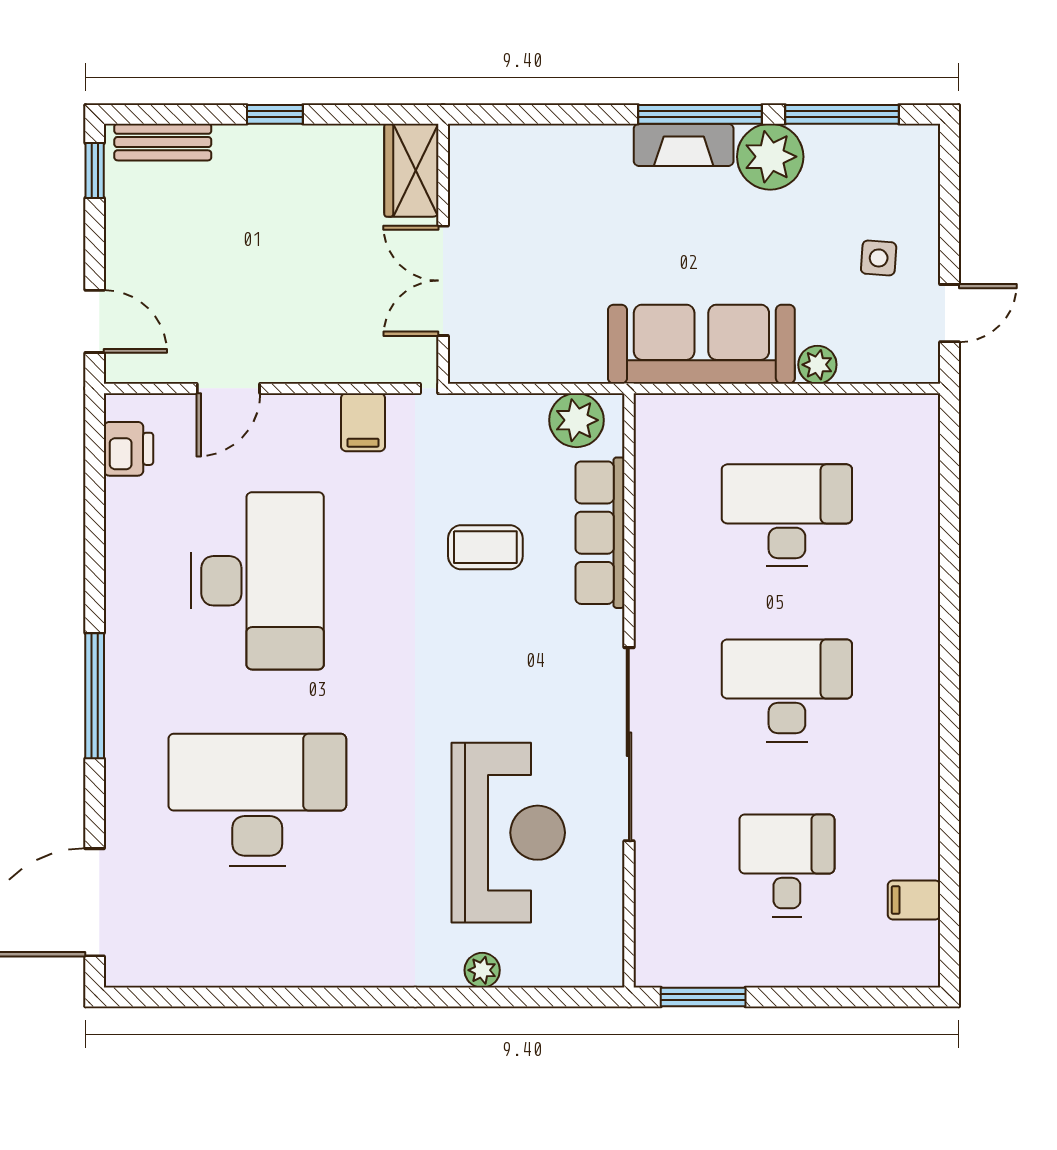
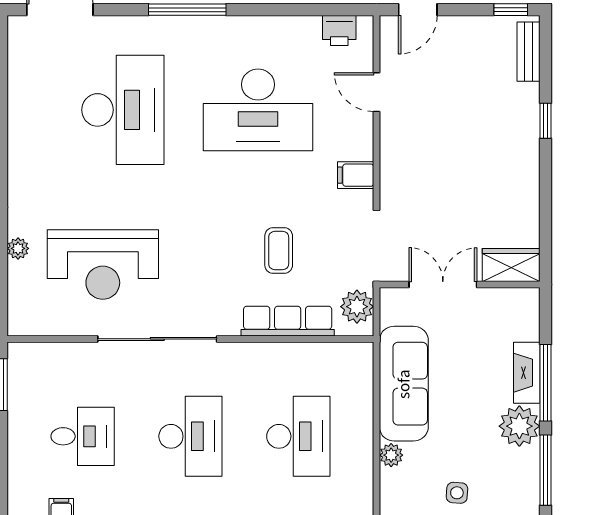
wardrobe: (411, 170) -> (511, 265), moved
wall: (443, 254) -> (460, 285), moved
double door: (443, 281) -> (443, 285), moved

